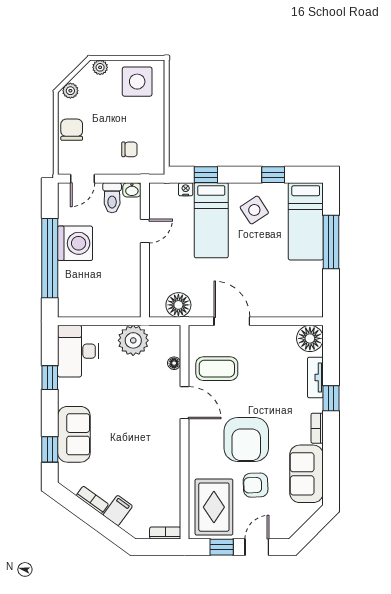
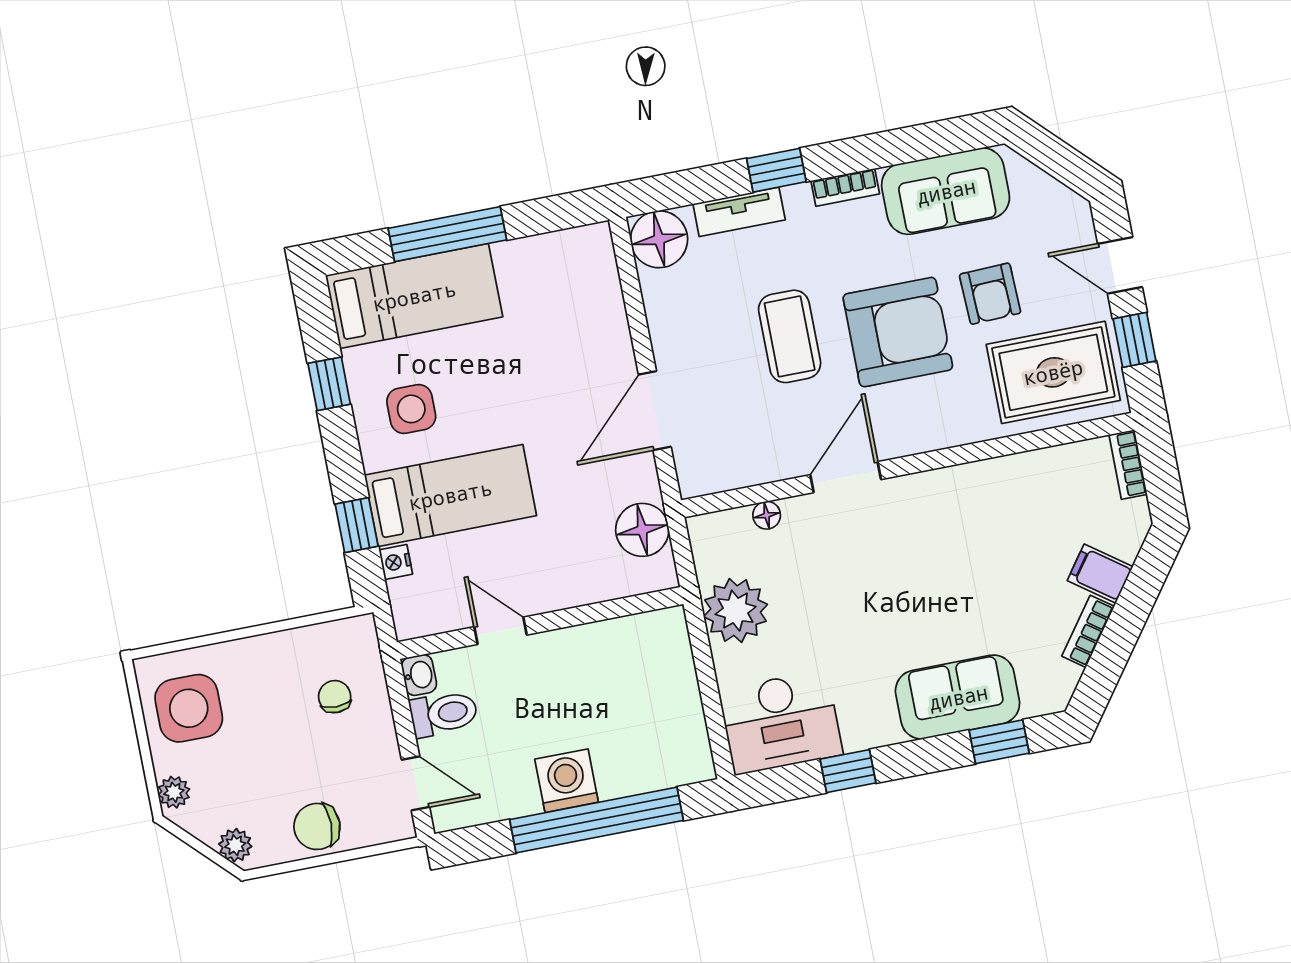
side table: (254, 210) -> (411, 409), turned 33
washing machine: (75, 243) -> (567, 781), width x0.73, depth x0.73
coffee table: (217, 369) -> (790, 336), moved

